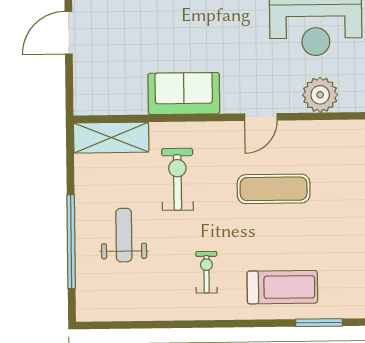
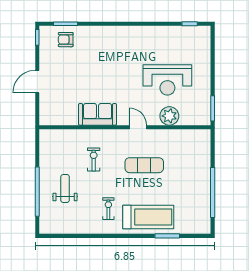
door: (261, 117) -> (138, 127), swing flipped
shelving: (111, 138) -> (59, 137), removed
exercise bike: (177, 179) -> (94, 160), width x0.73, depth x0.72
treadmill: (282, 287) -> (148, 217), width x1.37, depth x1.38

